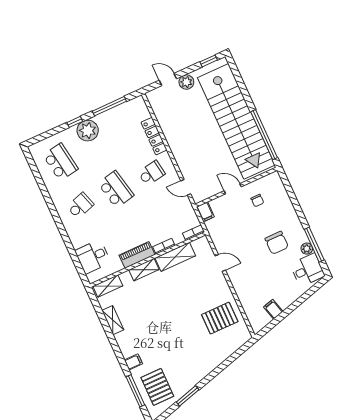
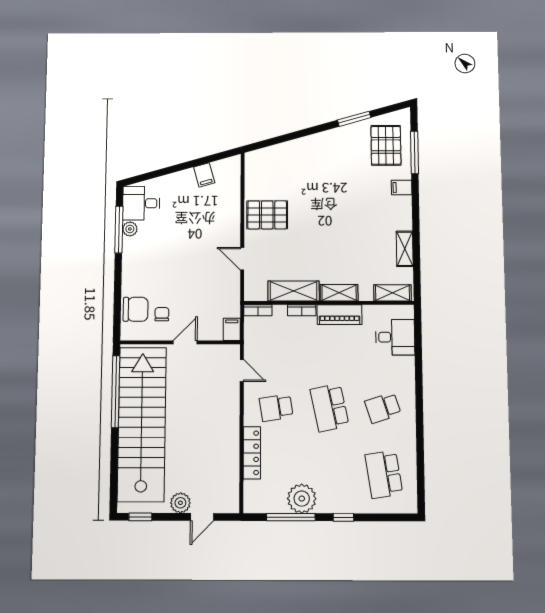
door: (168, 79) -> (202, 517), hinge flipped
plant: (88, 131) -> (302, 499), moved
door: (233, 189) -> (185, 342), swing flipped
chair: (277, 243) -> (136, 309), moved, turned 90
pallet: (220, 318) -> (267, 215), moved

